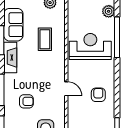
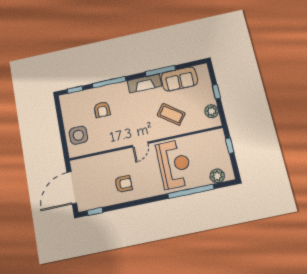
coffee table: (45, 39) -> (171, 114), turned 37
door: (66, 89) -> (140, 144), moved

